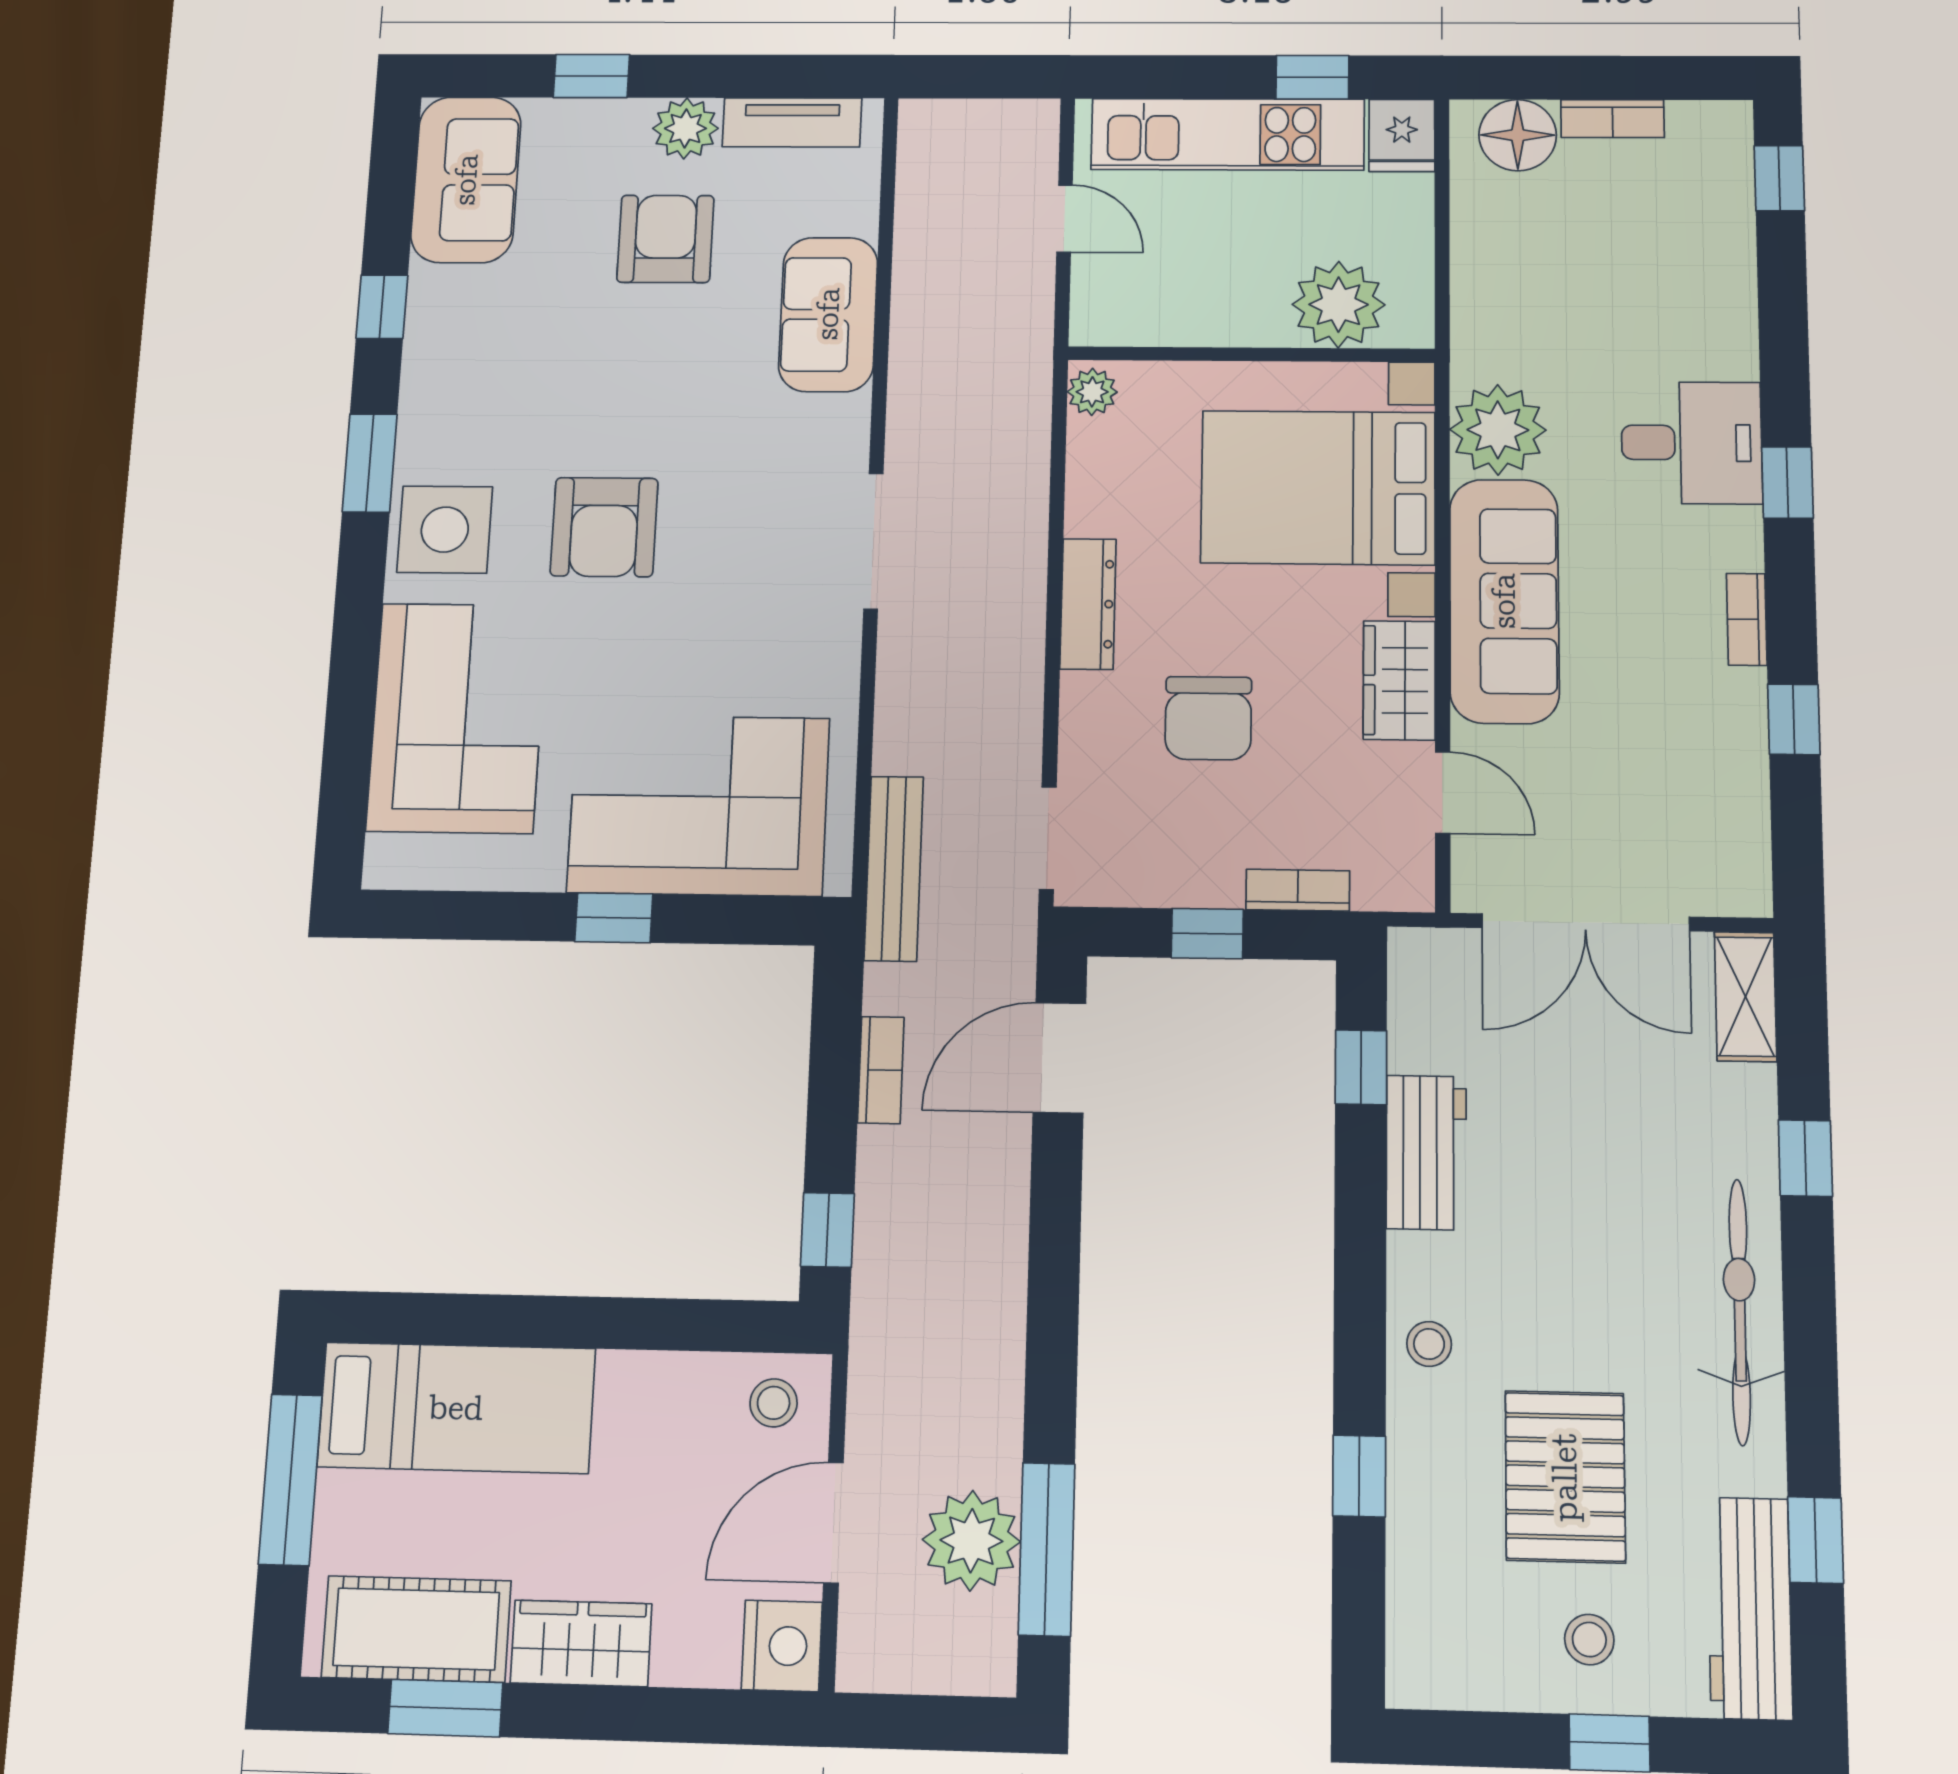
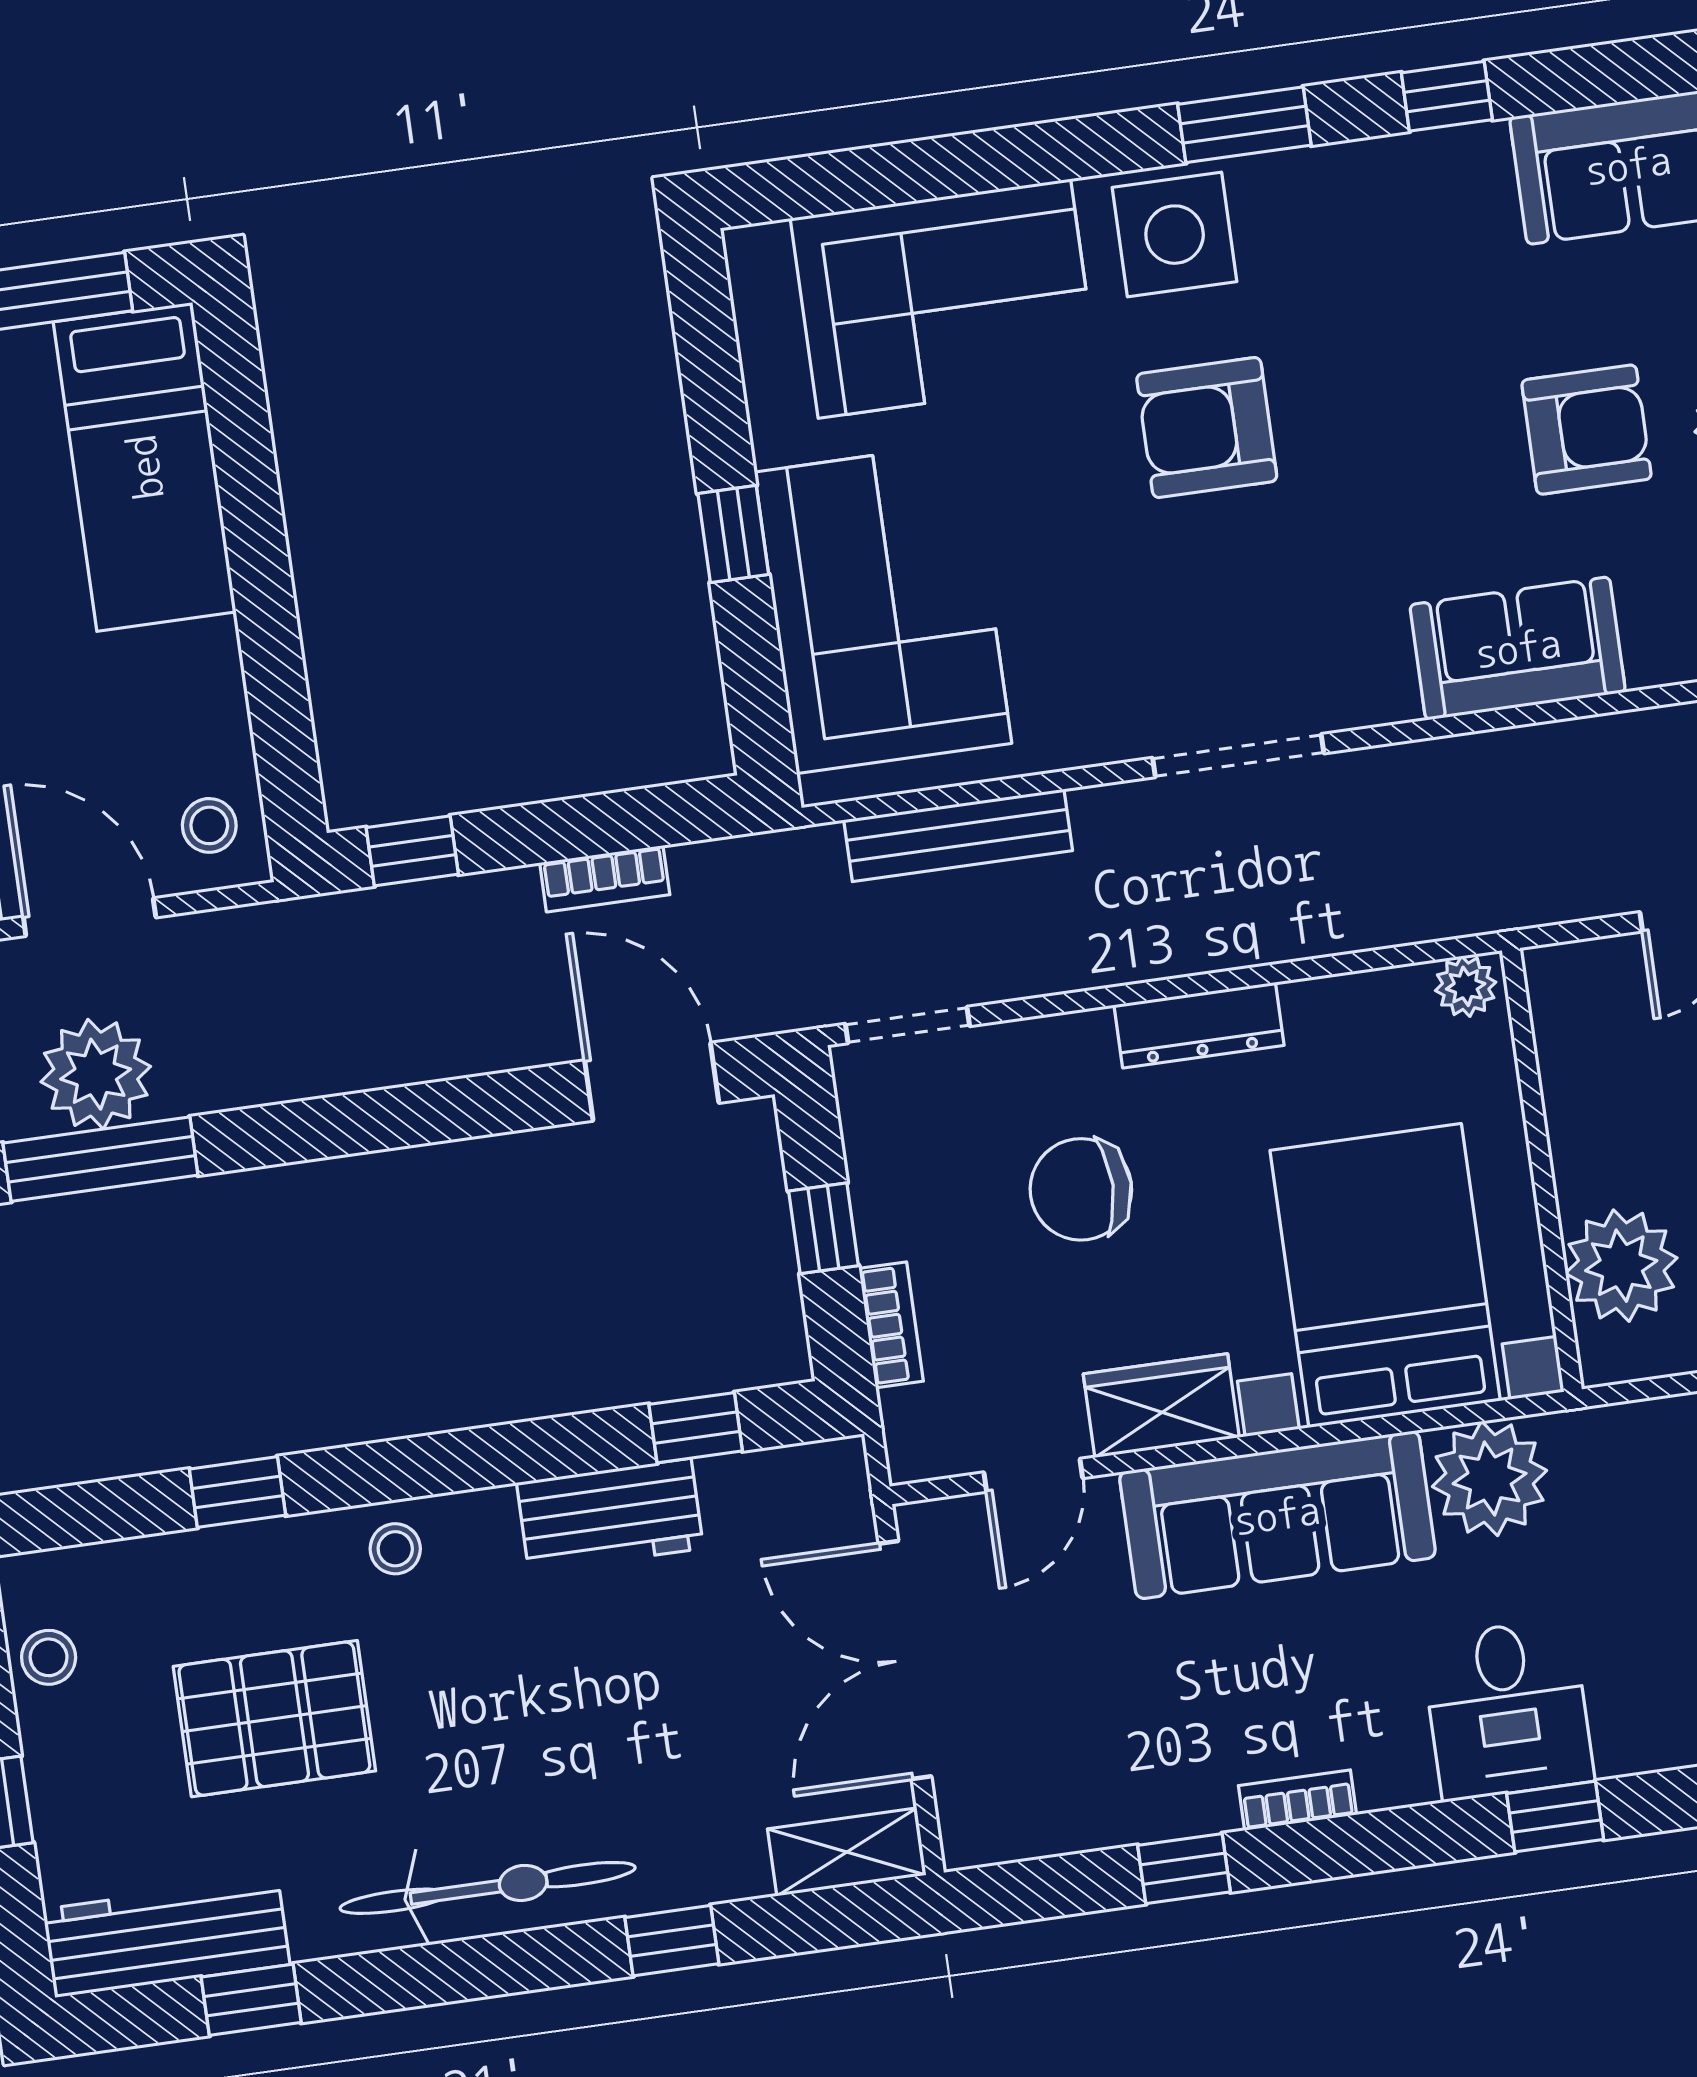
window: (1787, 483) -> (1555, 1817), moved
bench: (894, 868) -> (958, 835), moved
stool: (1589, 1640) -> (49, 1657), moved

